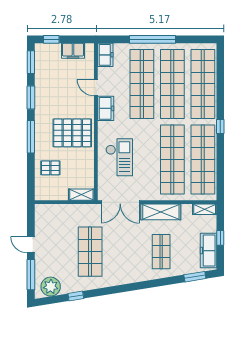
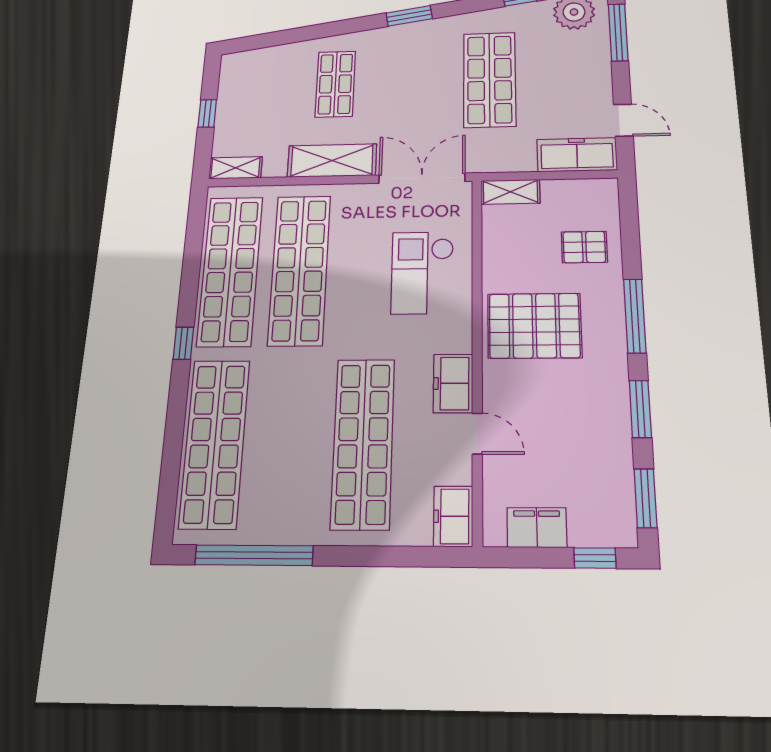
window: (153, 39) -> (254, 555), moved
shop shelf: (172, 84) -> (288, 443), removed
door: (31, 245) -> (623, 120), moved
freezer: (208, 251) -> (577, 155), moved, turned -90
window: (195, 277) -> (409, 16), moved

